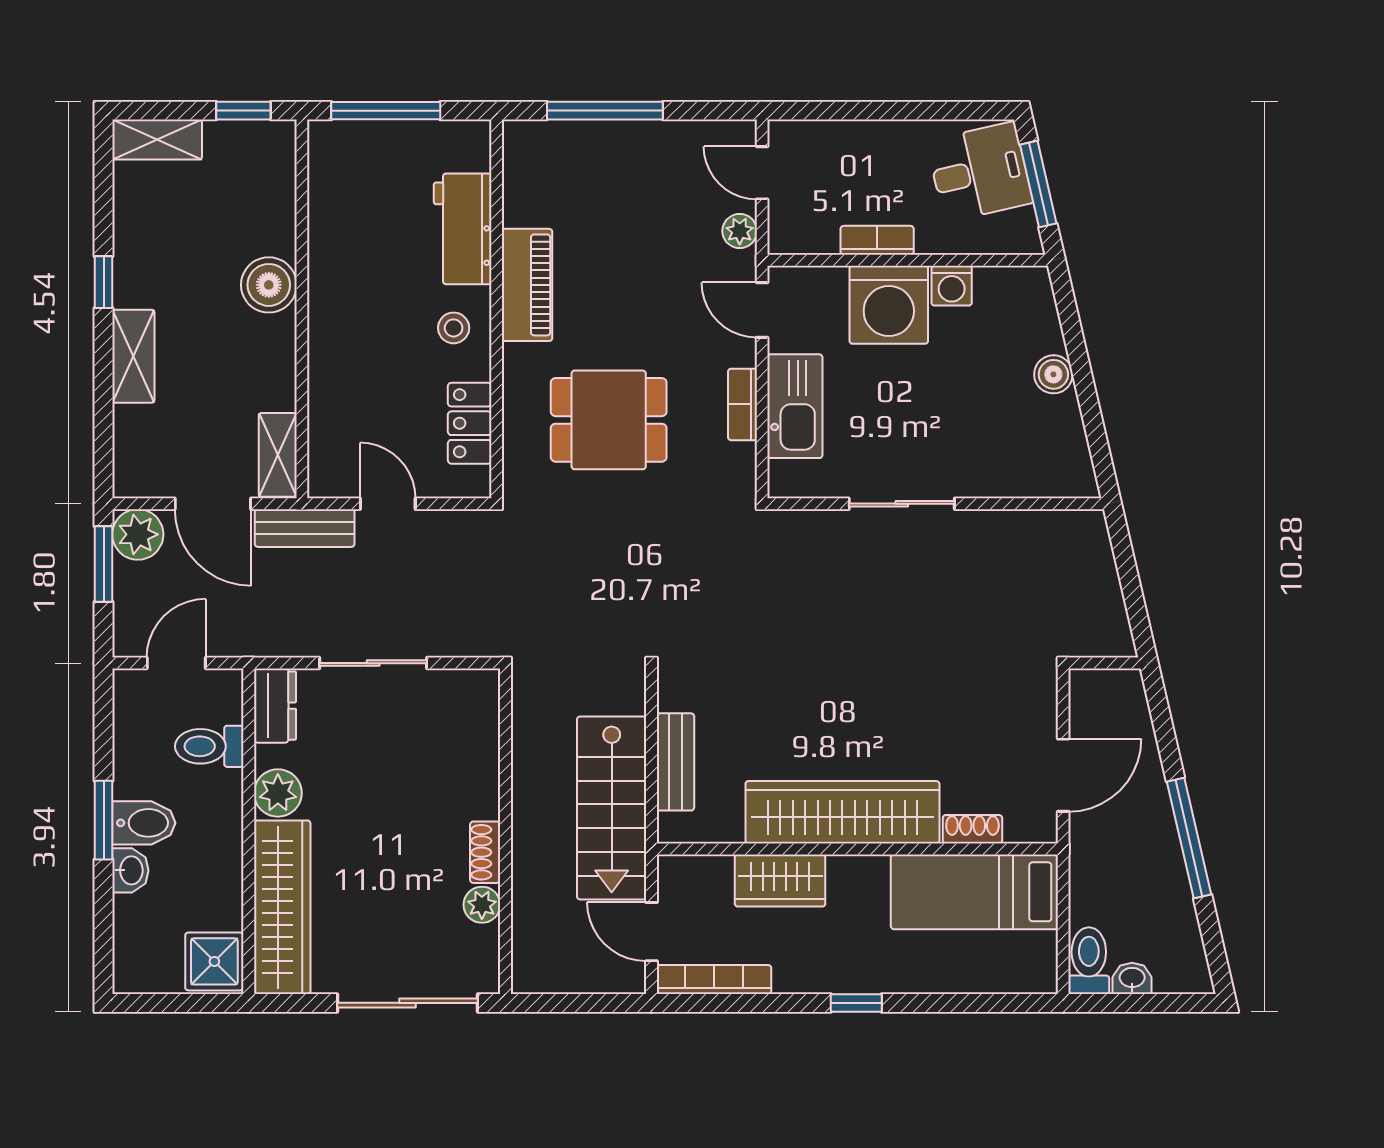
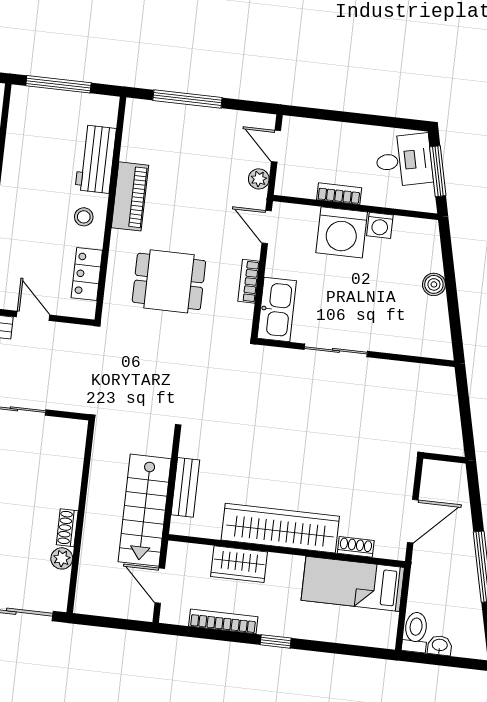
kitchen sink: (795, 406) -> (277, 309), moved
bookcase: (714, 979) -> (223, 621), moved

